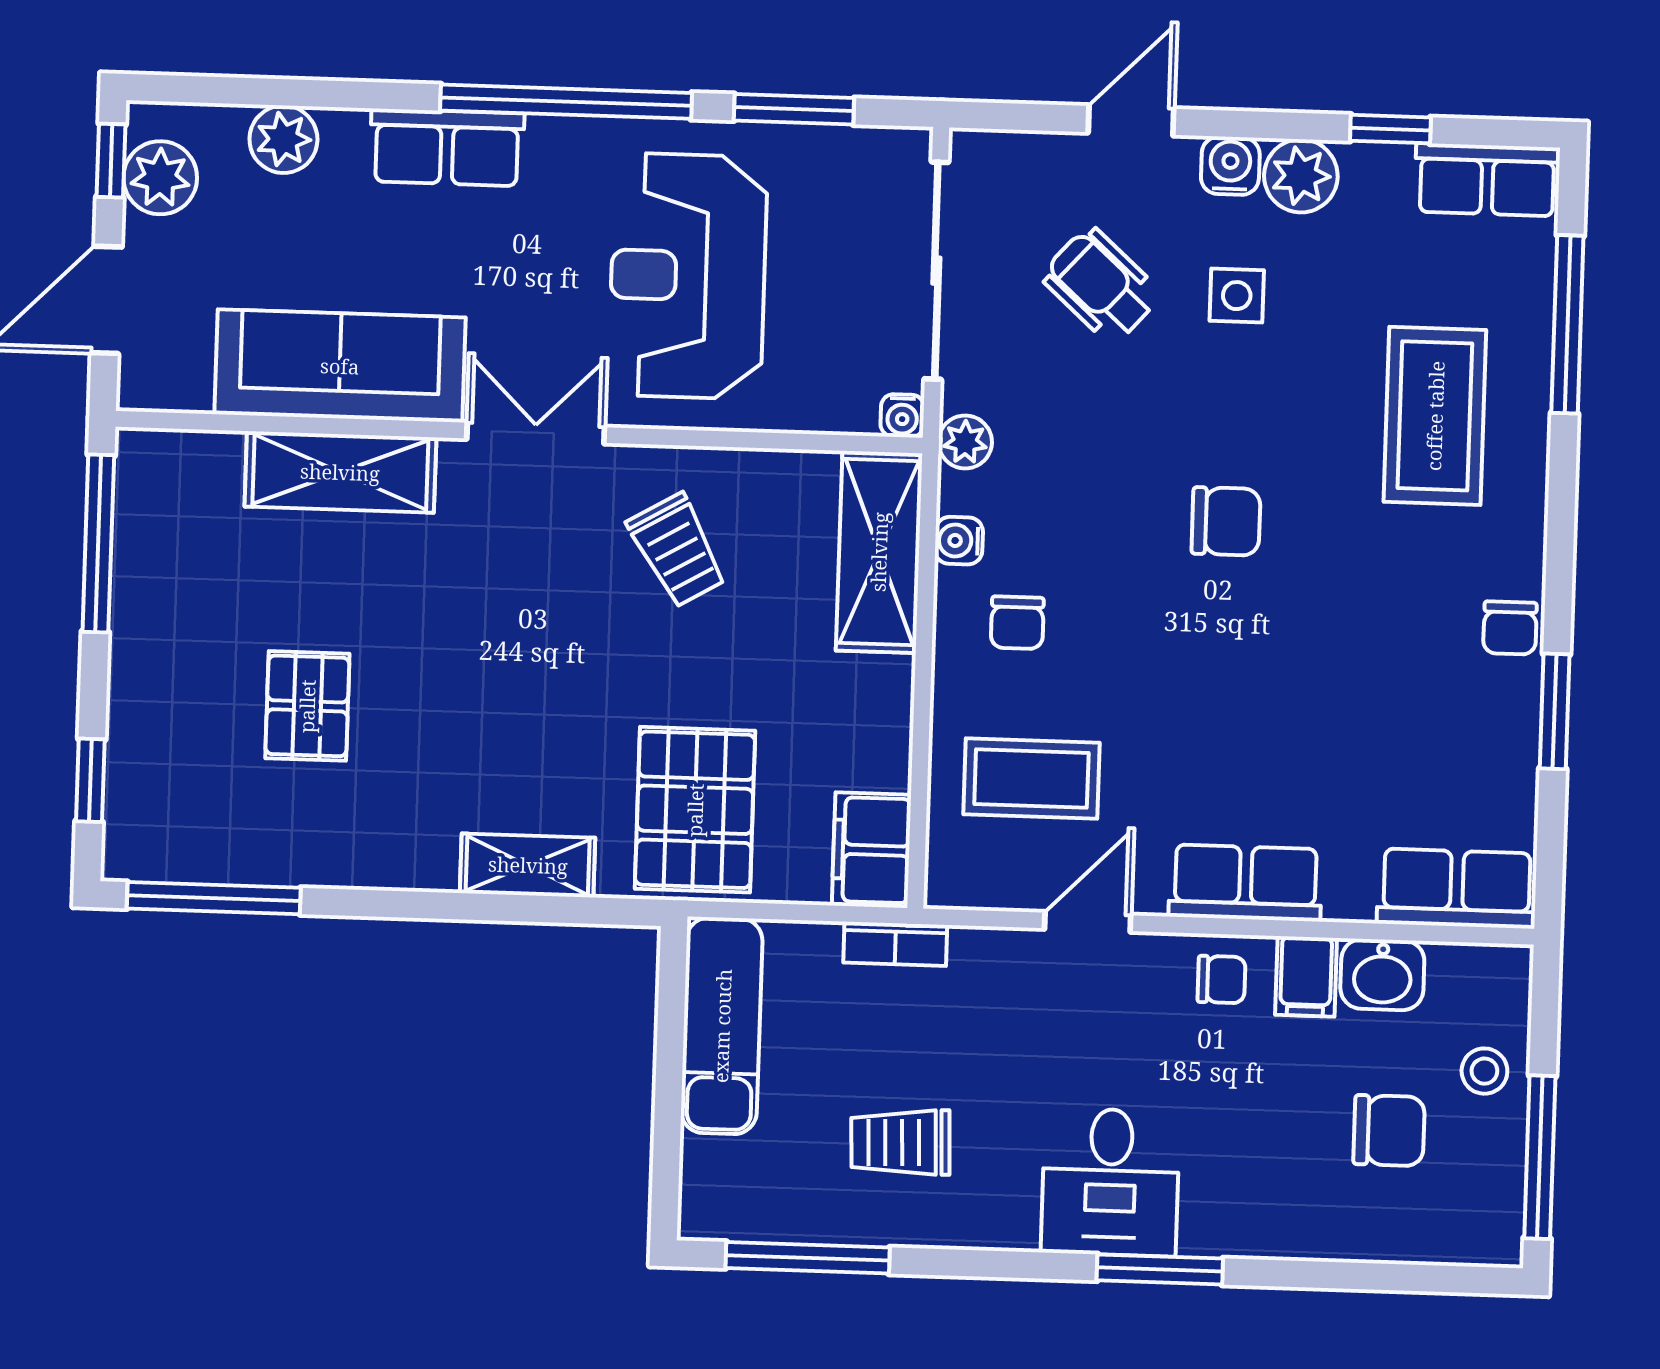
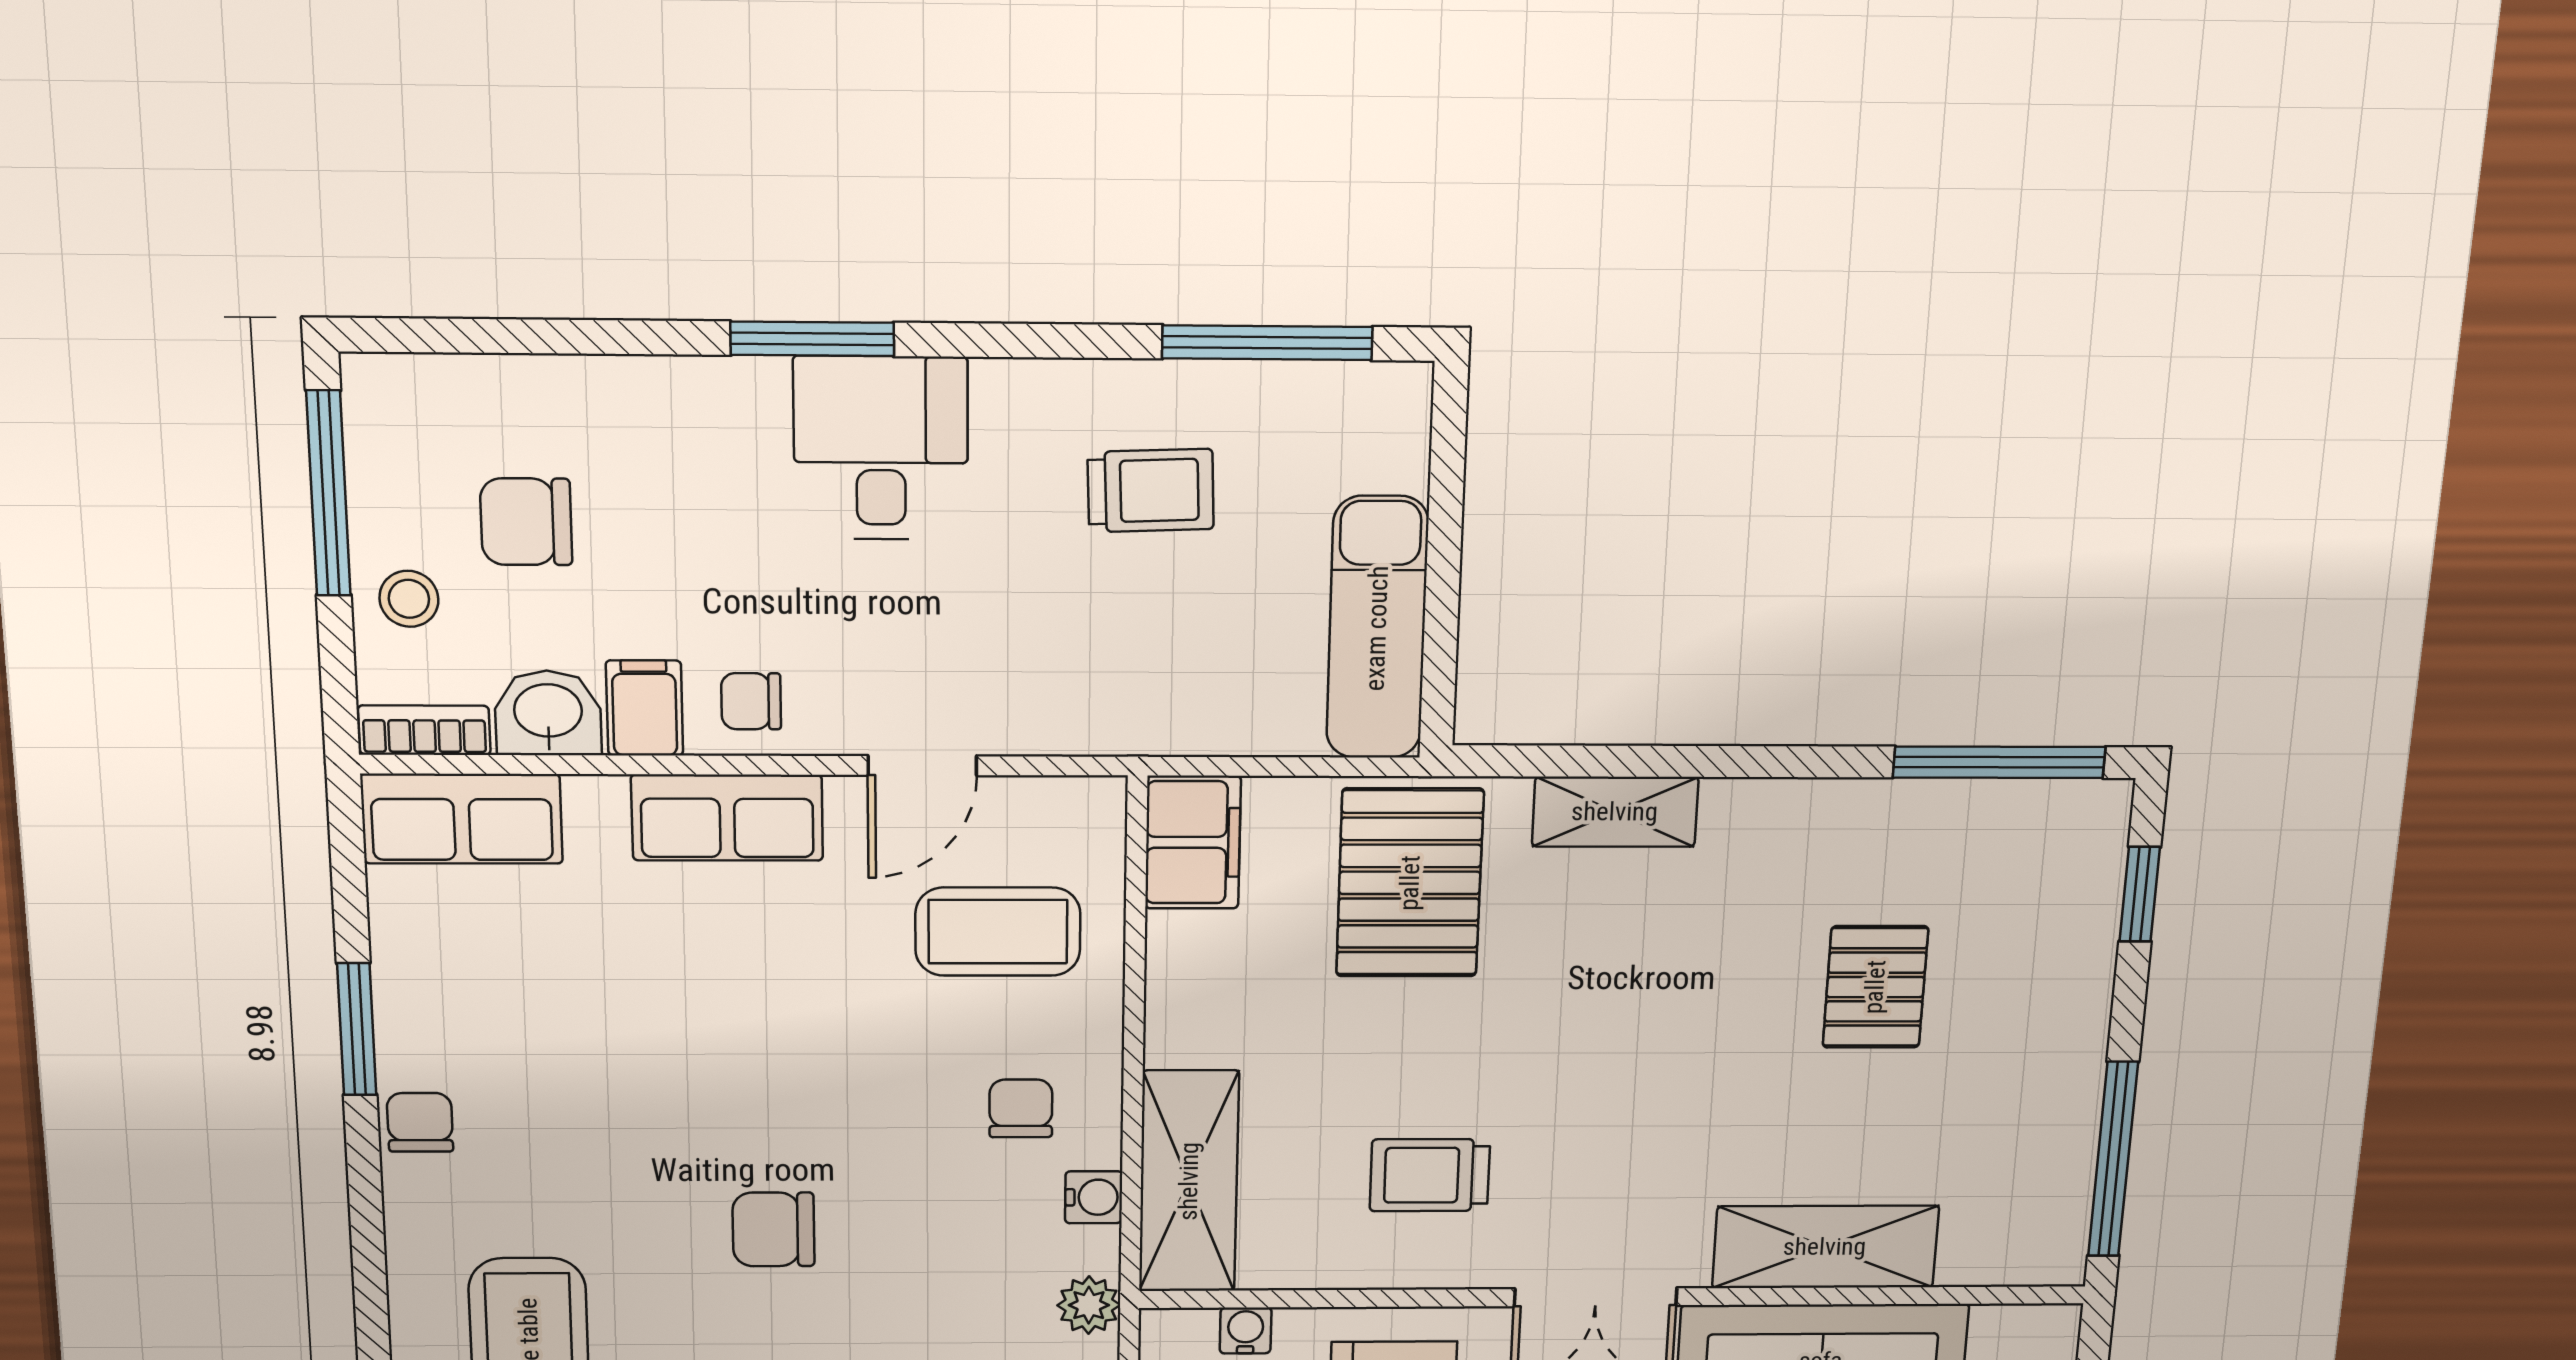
water cooler: (902, 416) -> (1246, 1330), moved
trolley: (677, 550) -> (1430, 1175), turned -60
bookcase: (895, 944) -> (424, 730), moved

